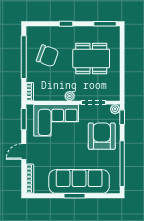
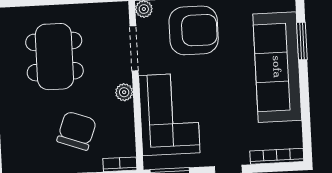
chair: (47, 56) -> (77, 131), moved
armchair: (102, 136) -> (194, 30), turned 180
window: (75, 196) -> (302, 41), moved

